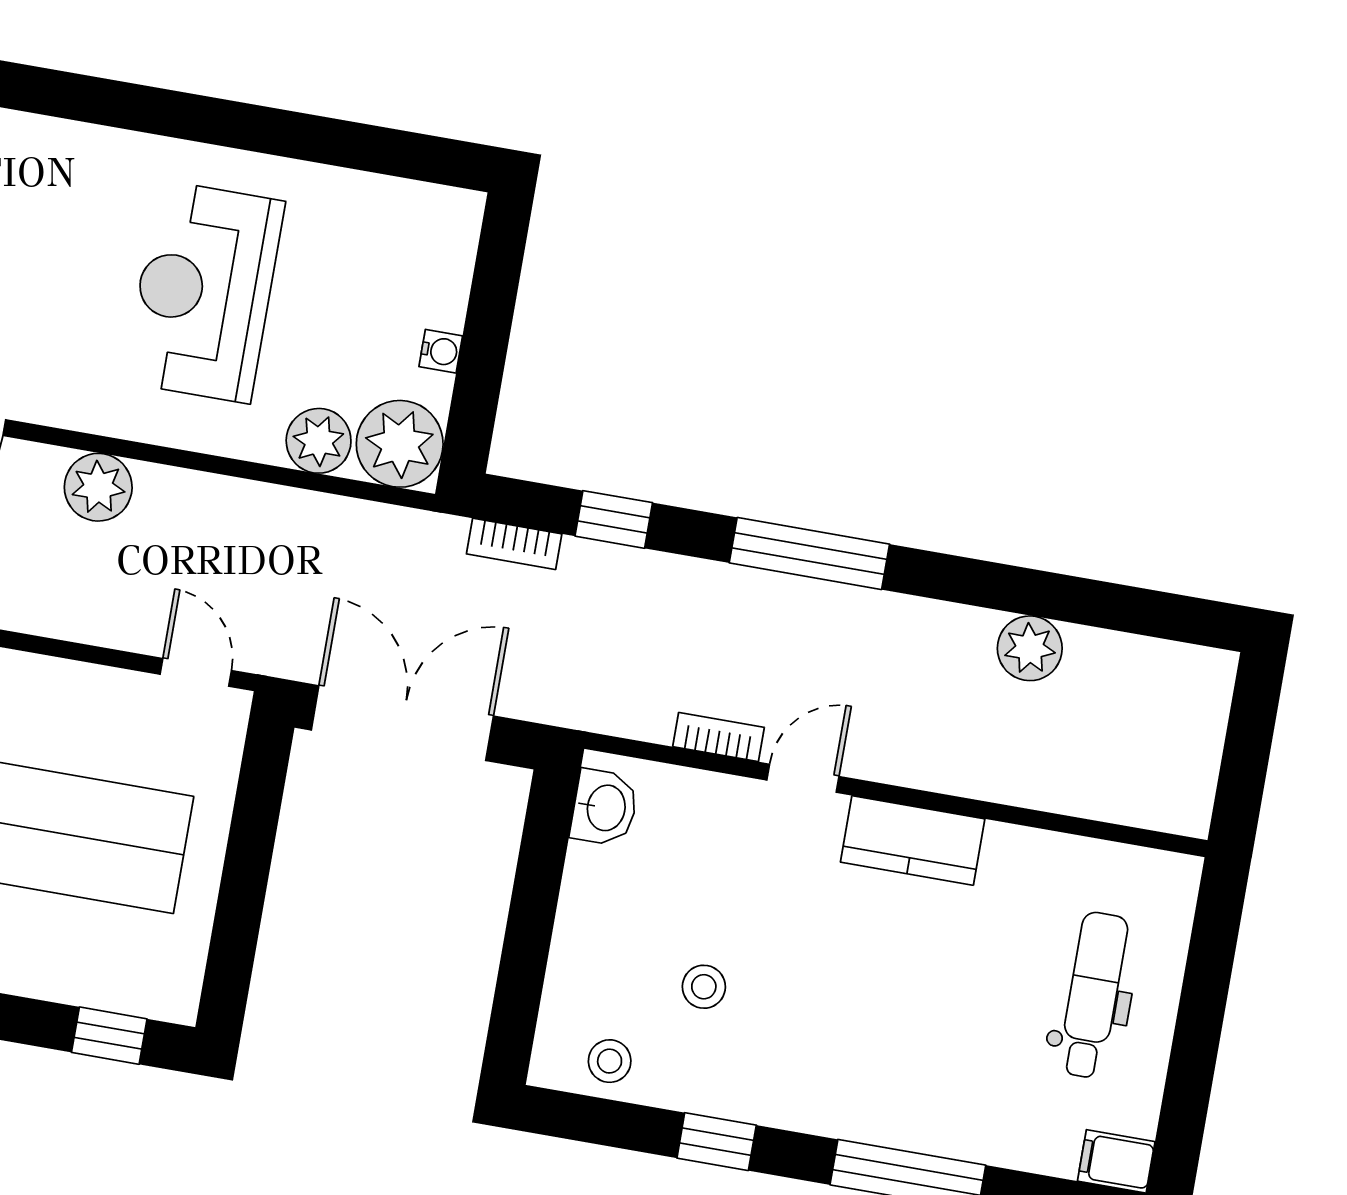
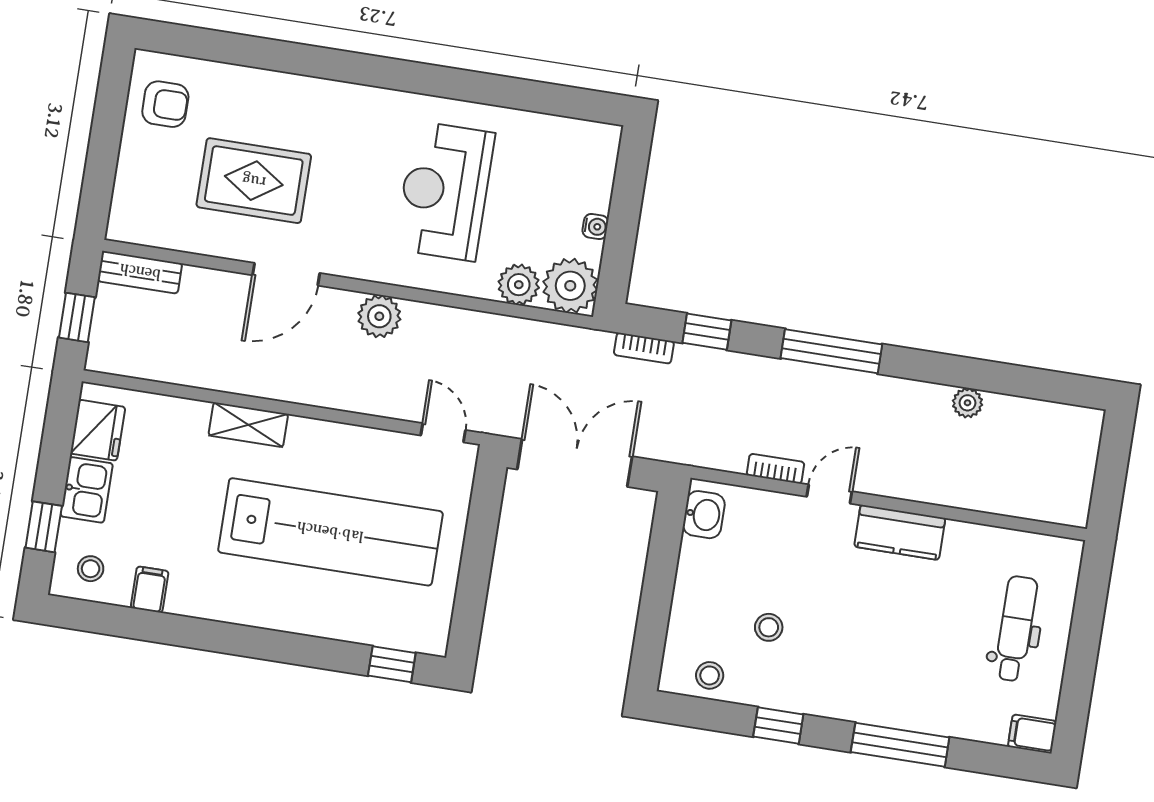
plant: (1030, 648) -> (968, 403), width x0.73, depth x0.73

